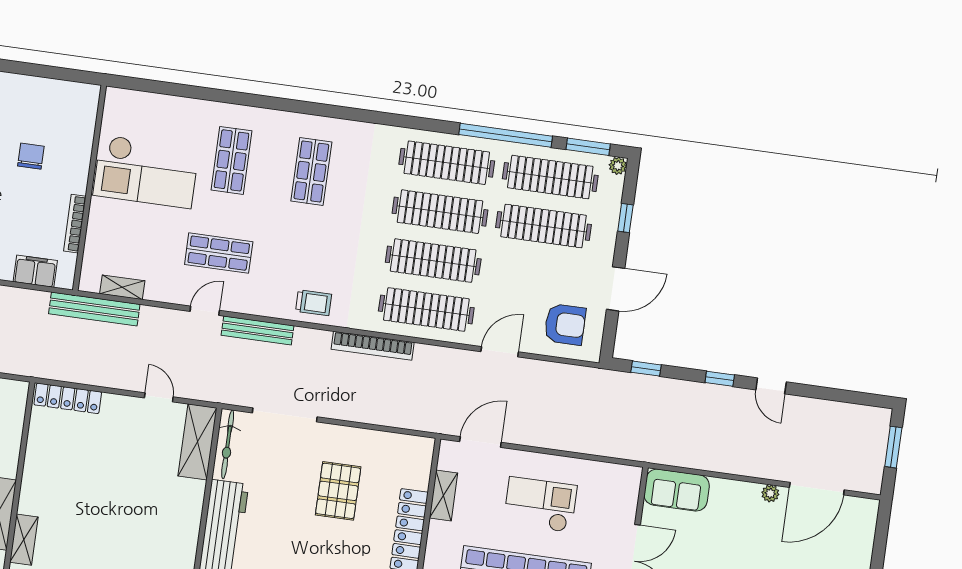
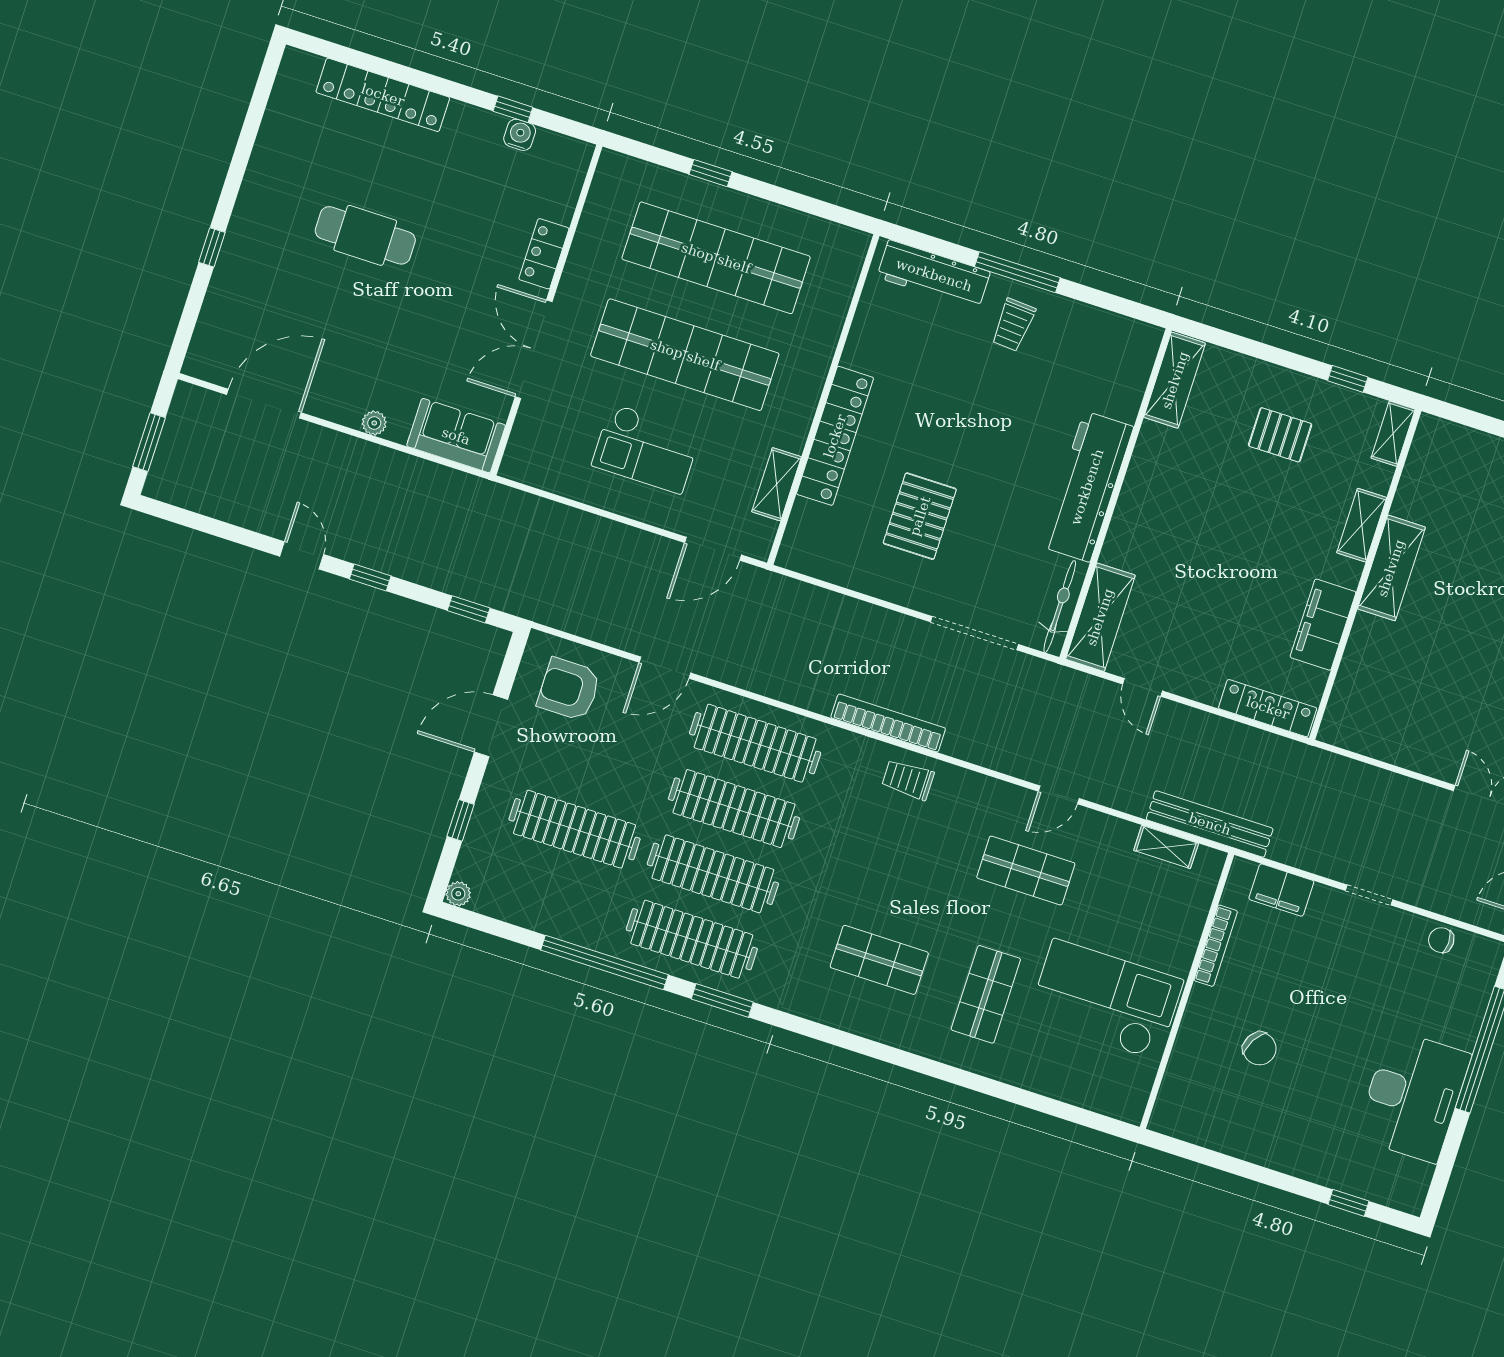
window: (588, 147) -> (722, 1000), moved
chair: (31, 156) -> (1259, 1049), turned -60
shop shelf: (311, 171) -> (879, 960), turned 90
clothes rail: (550, 177) -> (553, 895), removed
bench: (257, 330) -> (991, 755), removed
bookcase: (373, 346) -> (888, 723), moved
filing cabinet: (39, 464) -> (1323, 625), added
plant: (770, 493) -> (374, 423), moved

